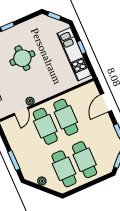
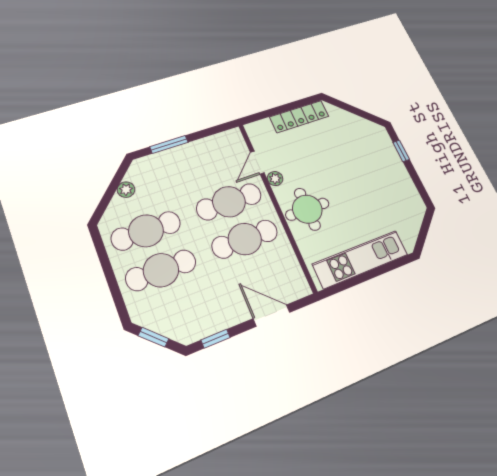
window: (54, 16) -> (425, 228), removed
window: (81, 47) -> (374, 273), removed
round table: (22, 58) -> (307, 209), moved
door: (21, 111) -> (257, 163), hinge flipped

